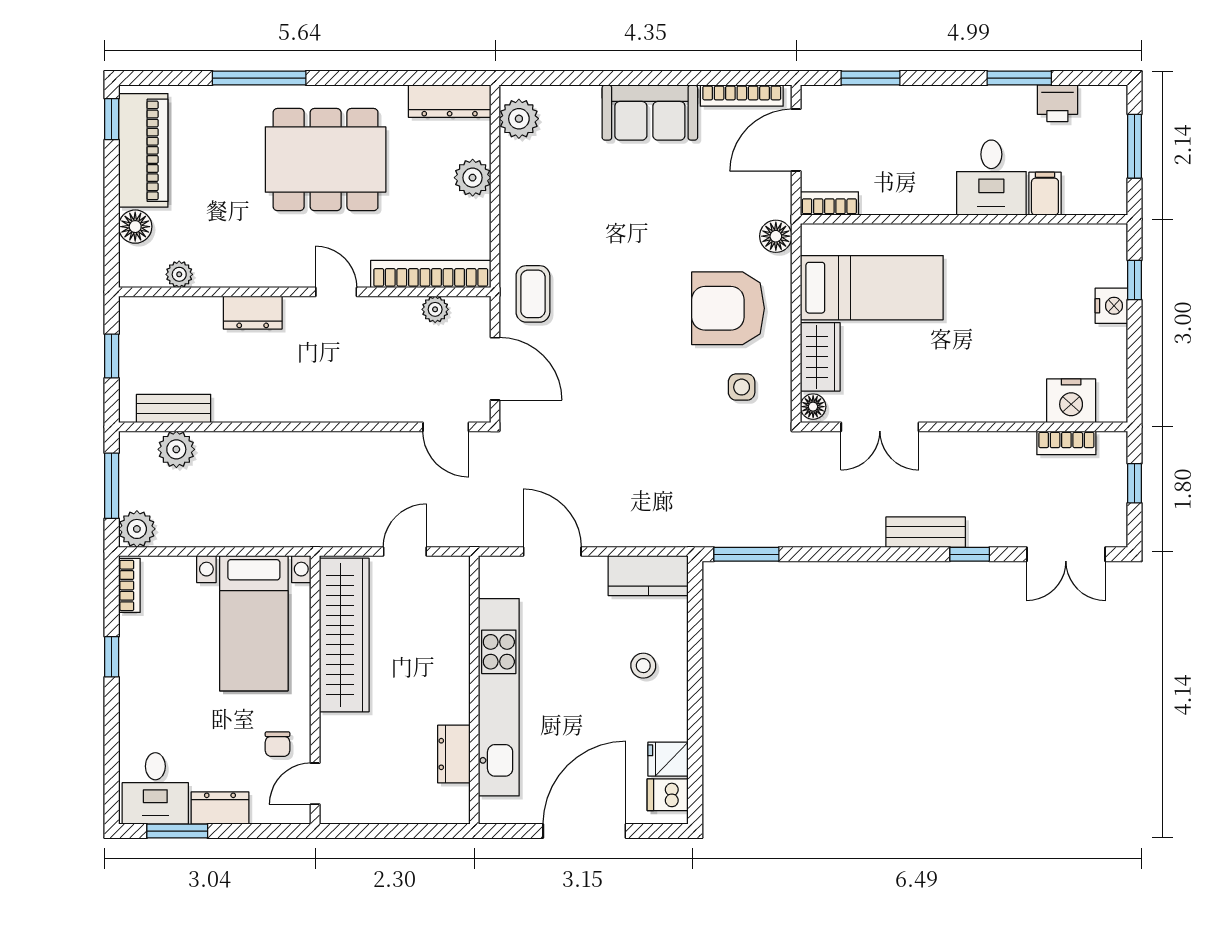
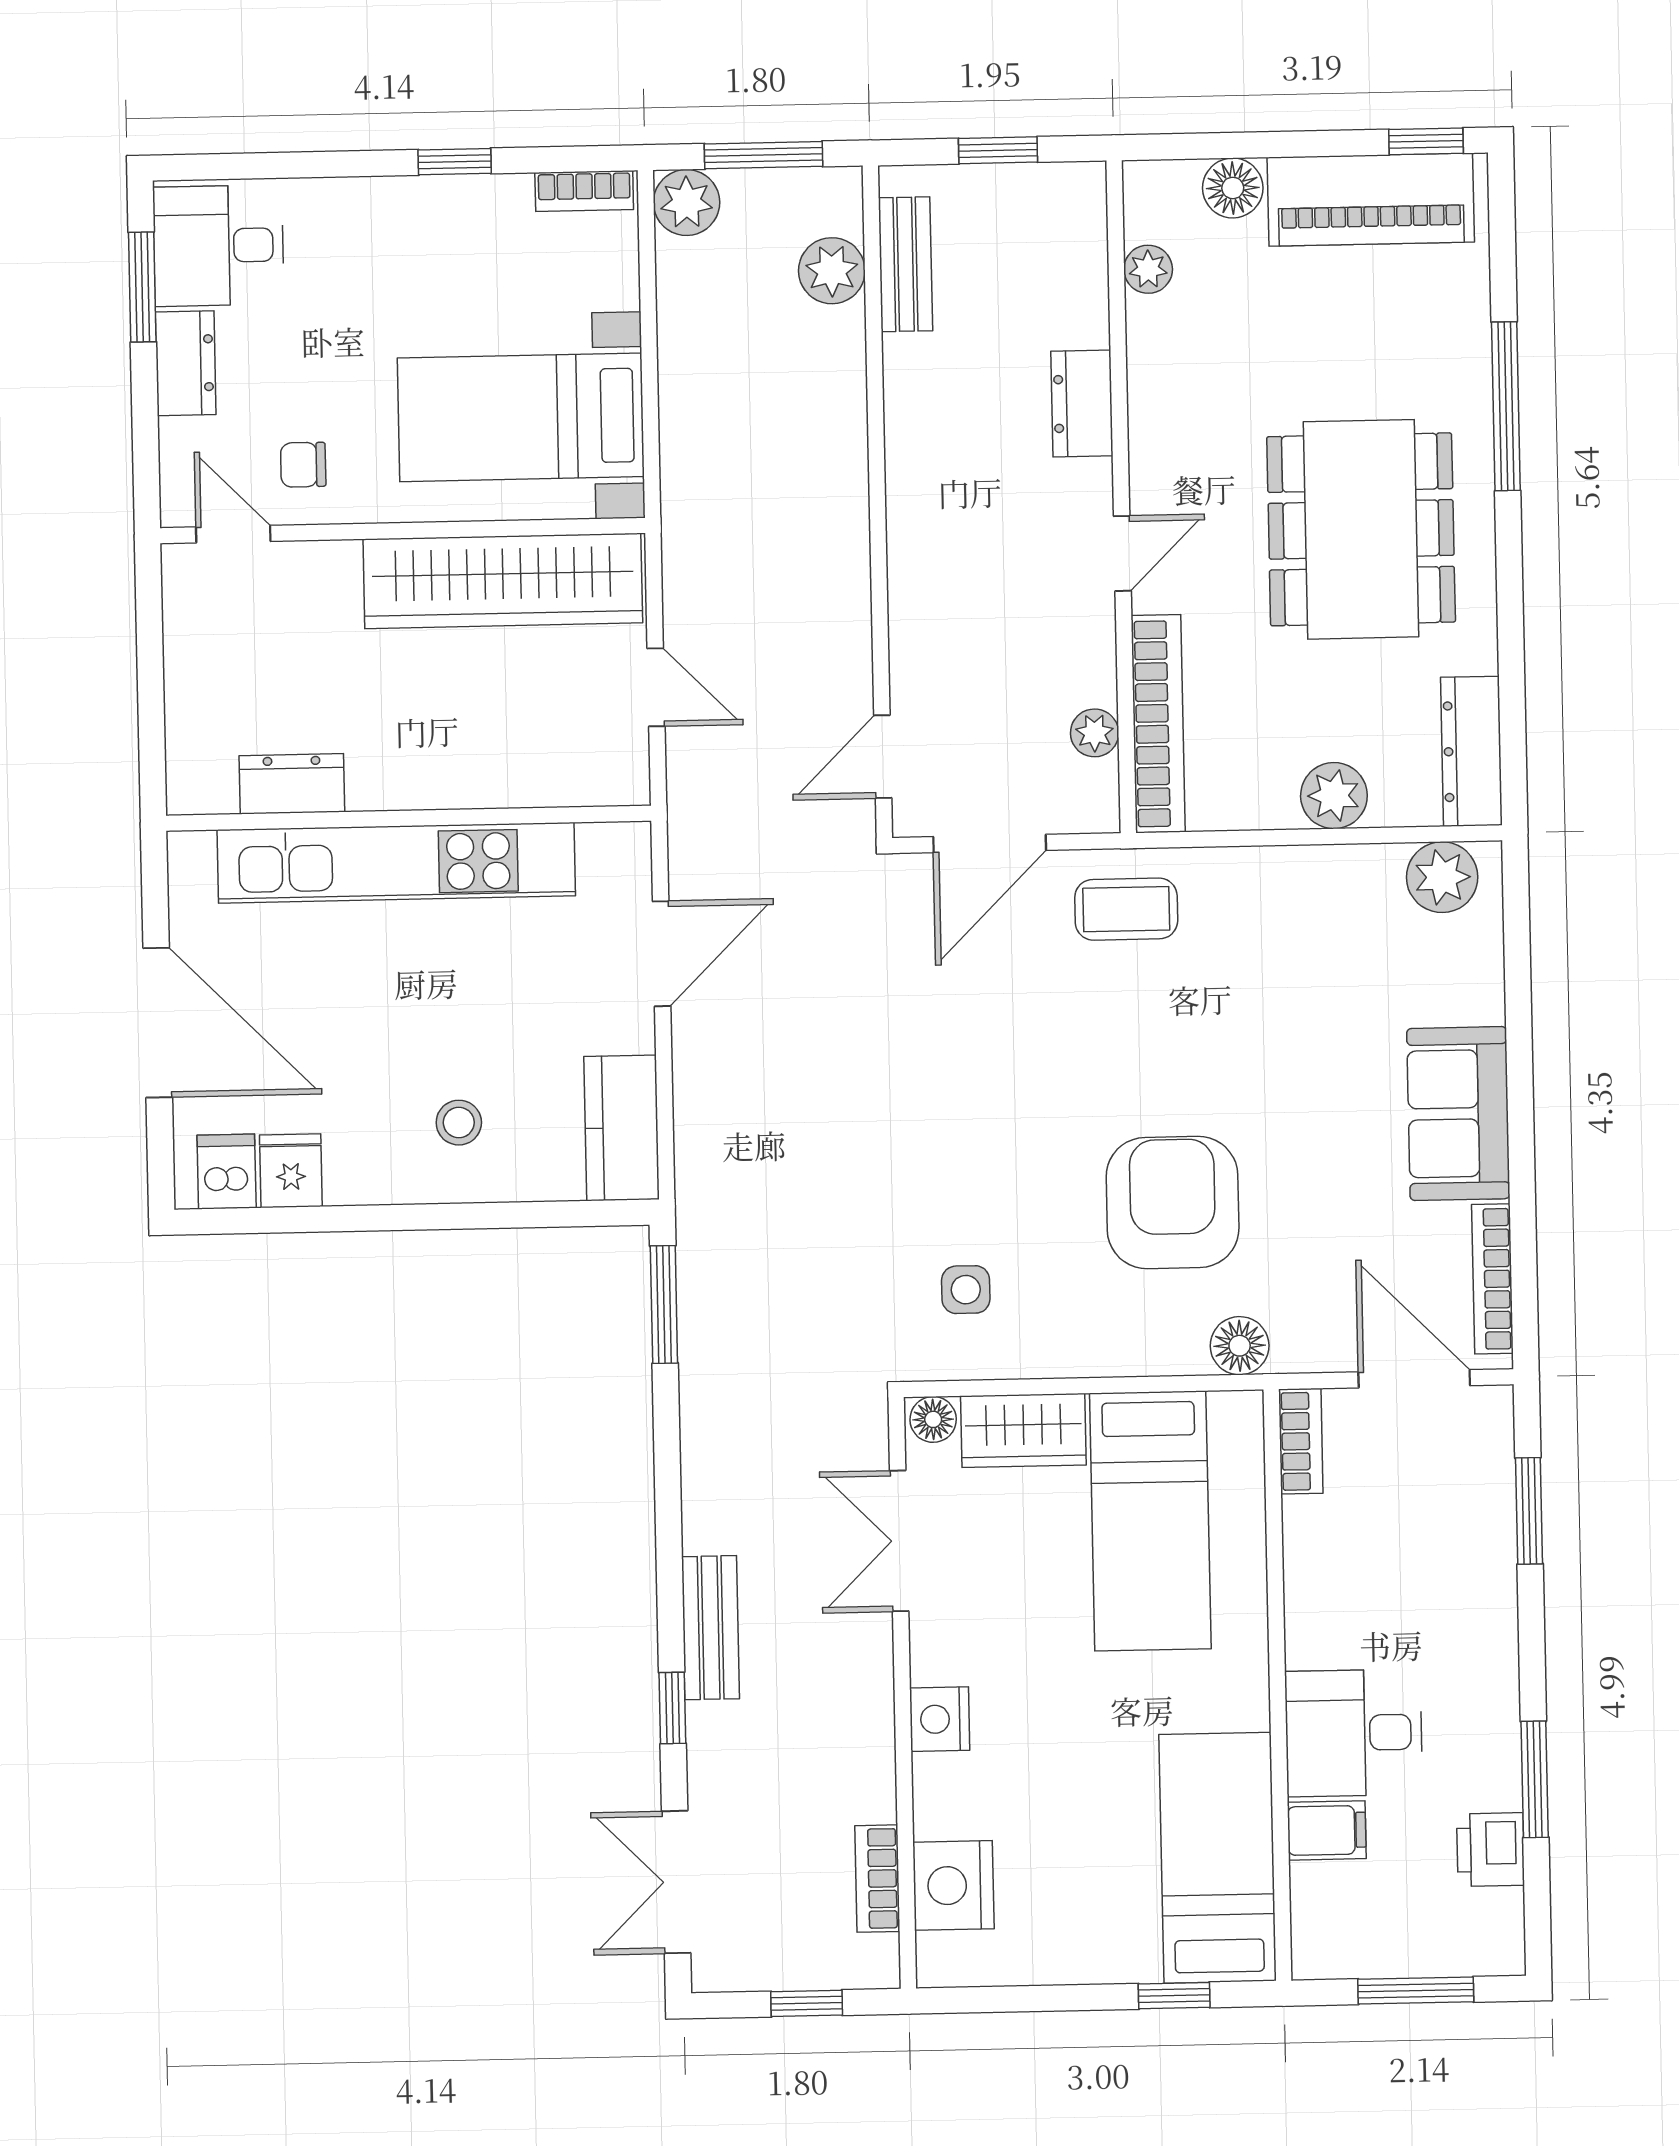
bed: (1059, 254) -> (1218, 1858), added
nightstand: (1111, 306) -> (940, 1719), moved, turned 90
armchair: (728, 308) -> (1173, 1202), moved

